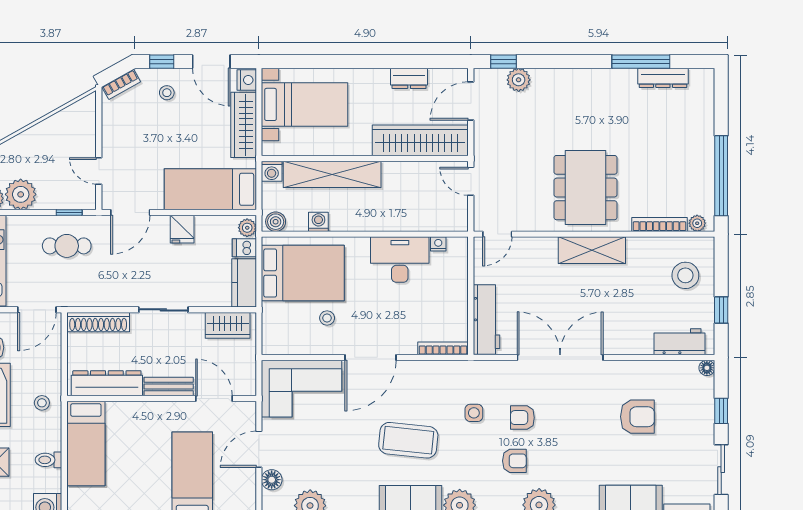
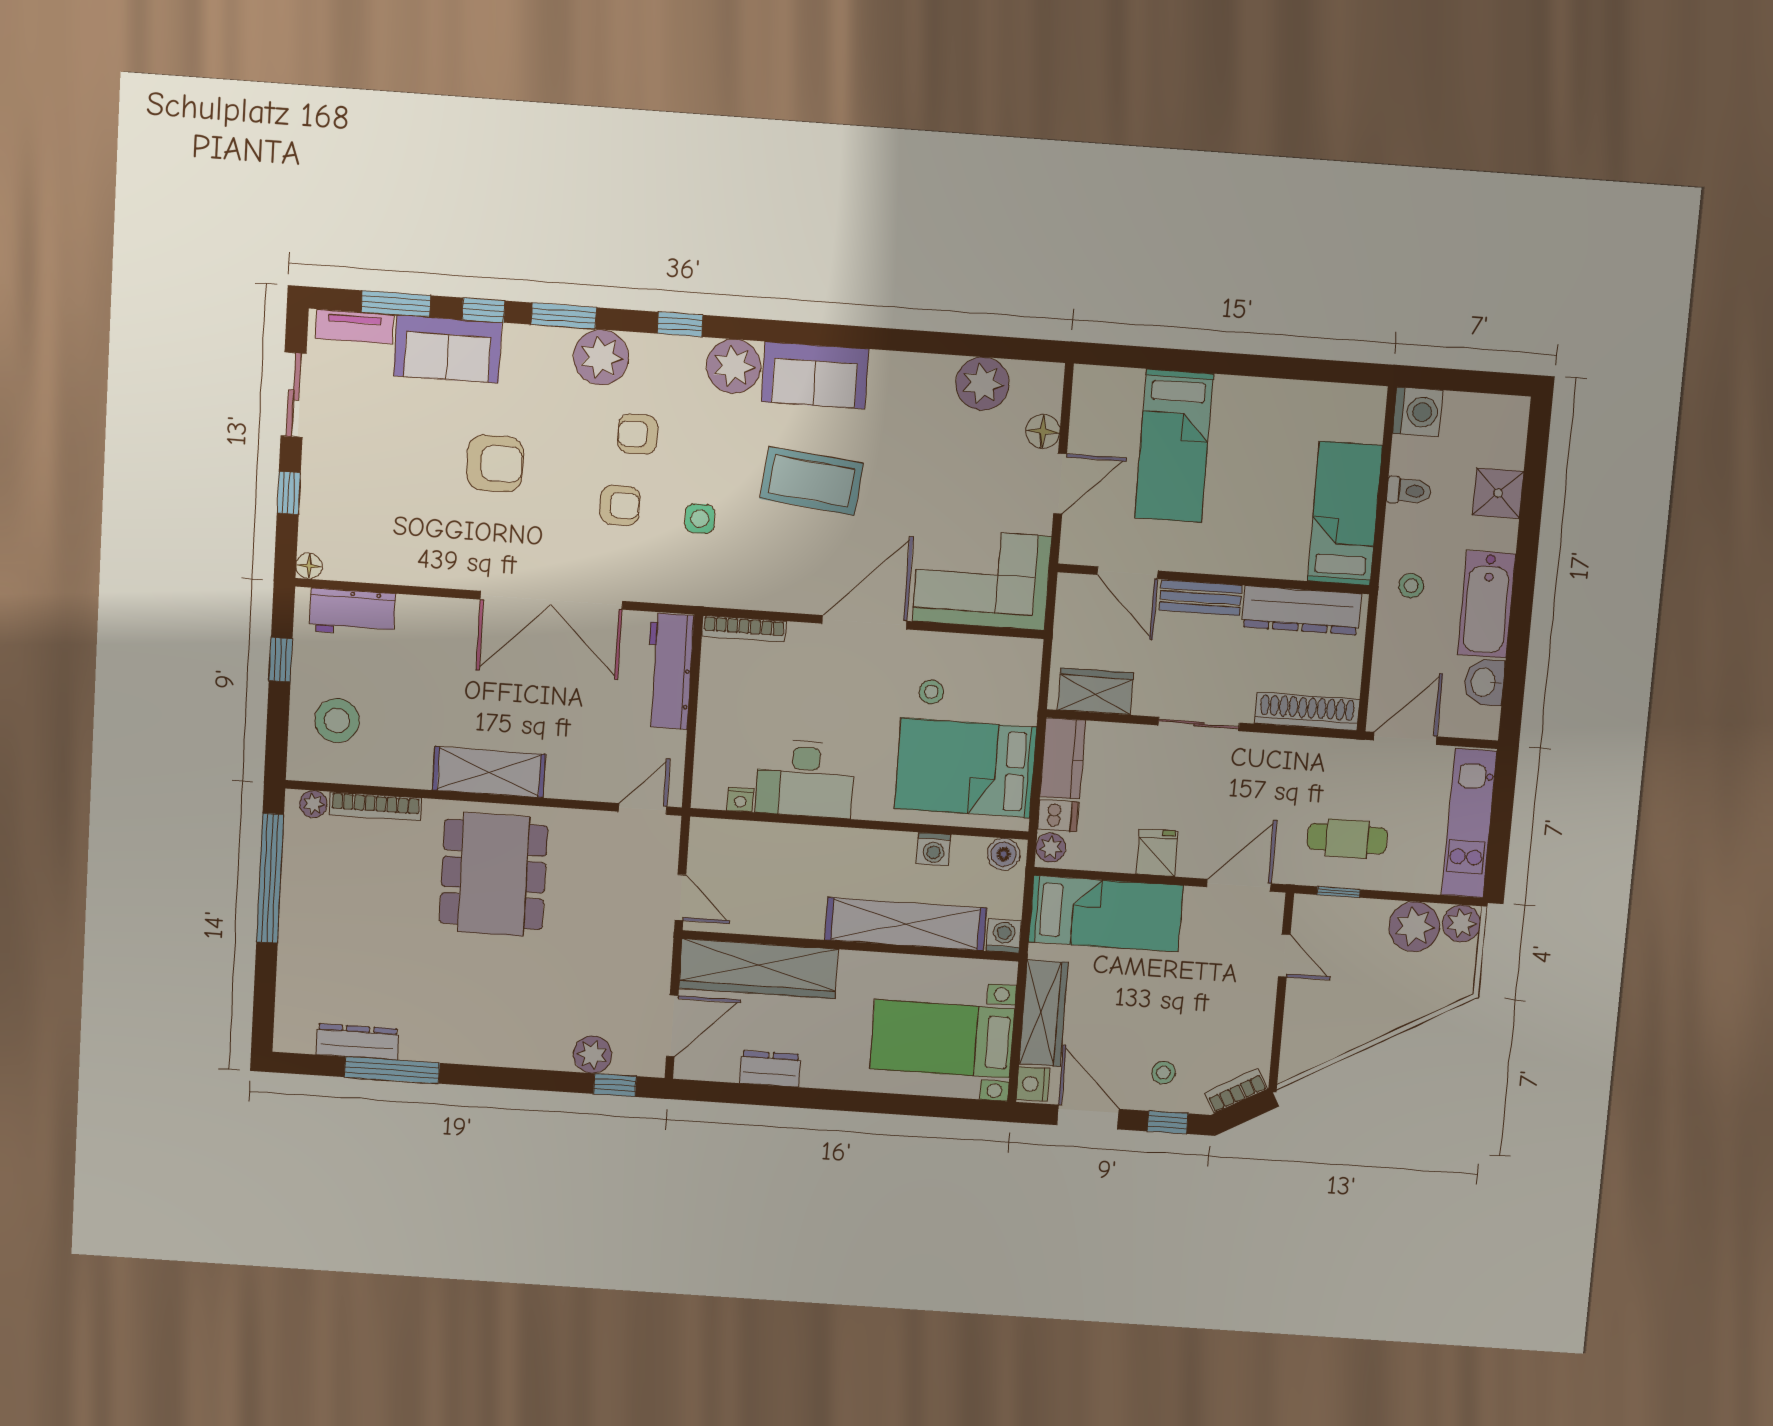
armchair: (637, 417) -> (495, 463), moved, turned 180

